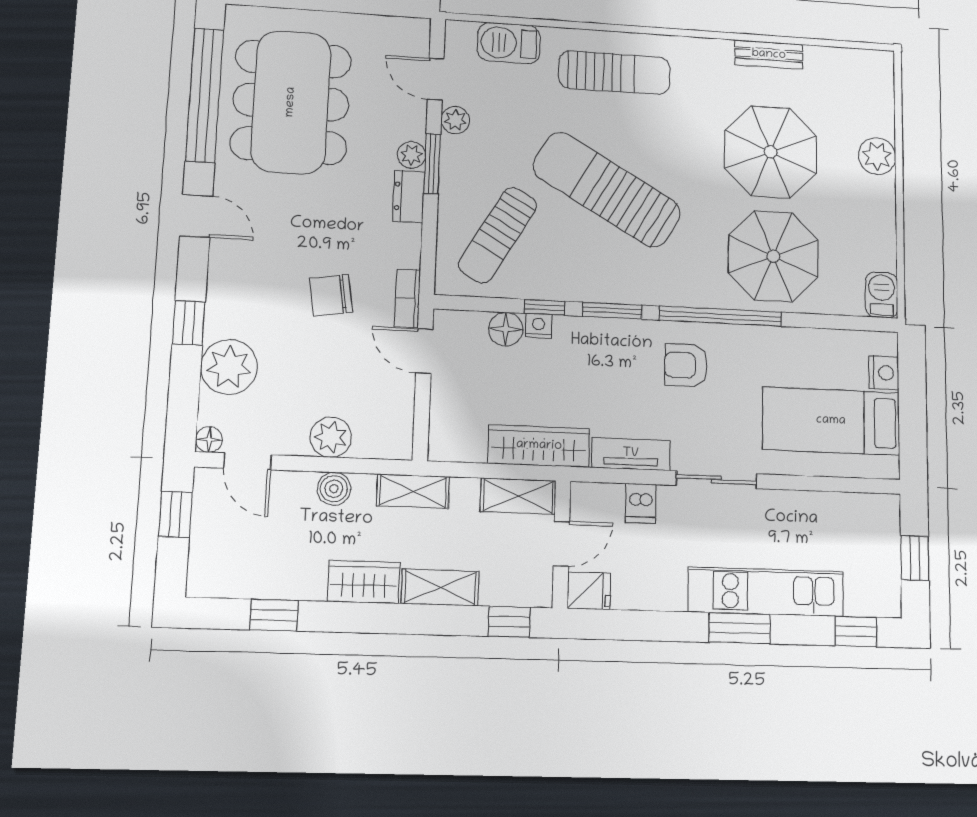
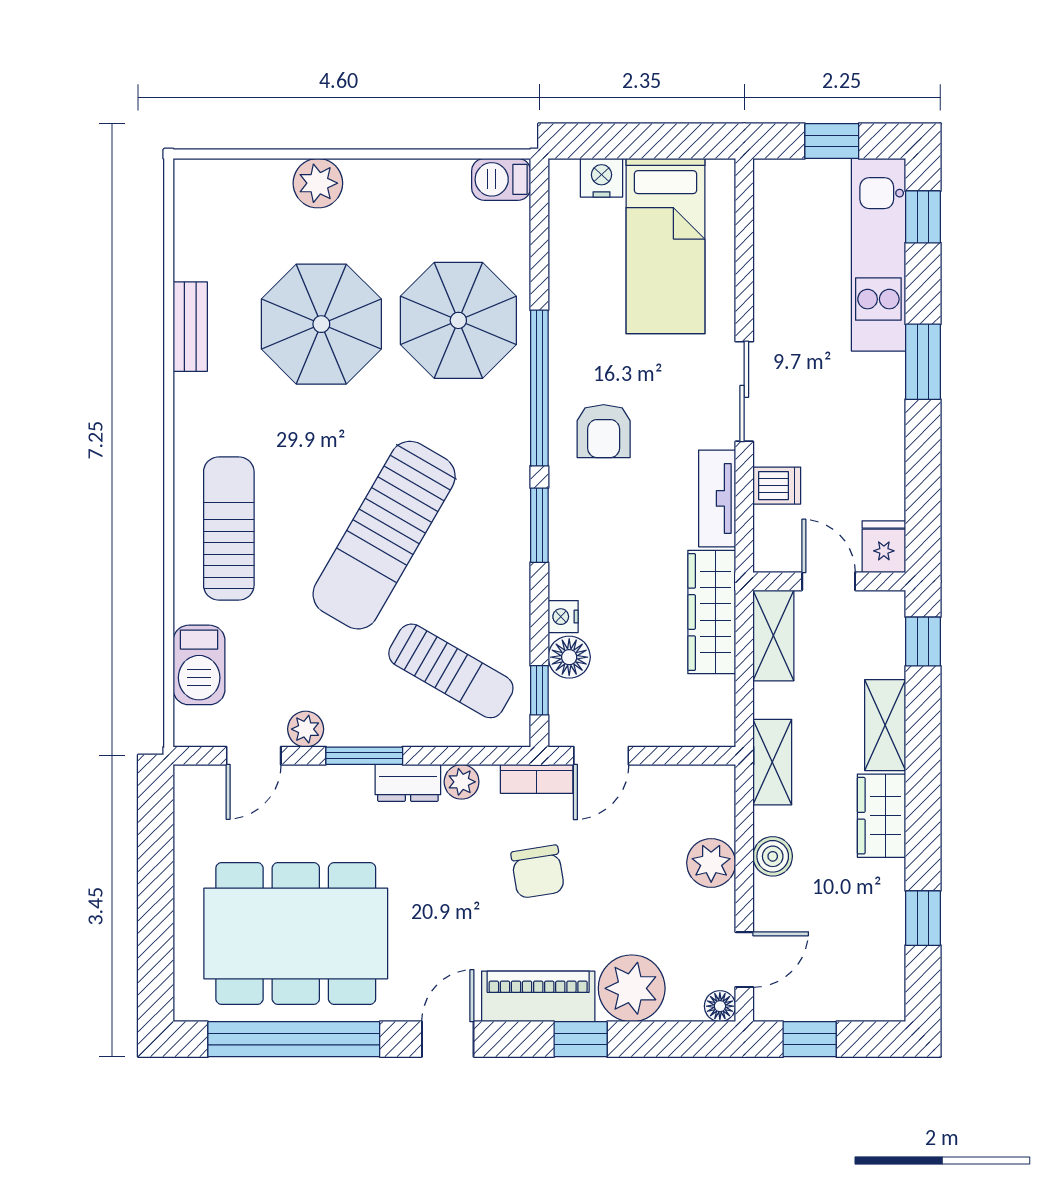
plant: (411, 155) -> (462, 782), moved
piano: (227, 290) -> (538, 996), added
window: (545, 307) -> (539, 690), moved
kitchen unit: (766, 592) -> (878, 255), moved

